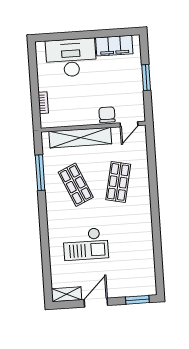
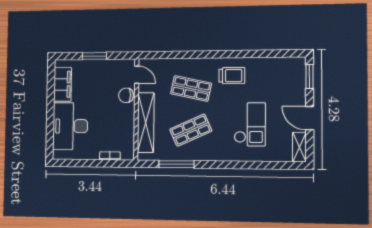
trolley: (134, 222) -> (232, 76), added

